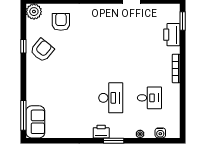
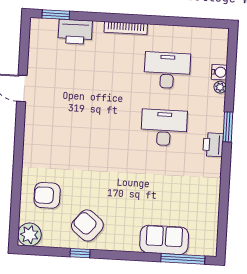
desk: (149, 98) -> (167, 70), width x1.37
sofa: (35, 122) -> (164, 240), moved
water cooler: (160, 133) -> (219, 72), moved

